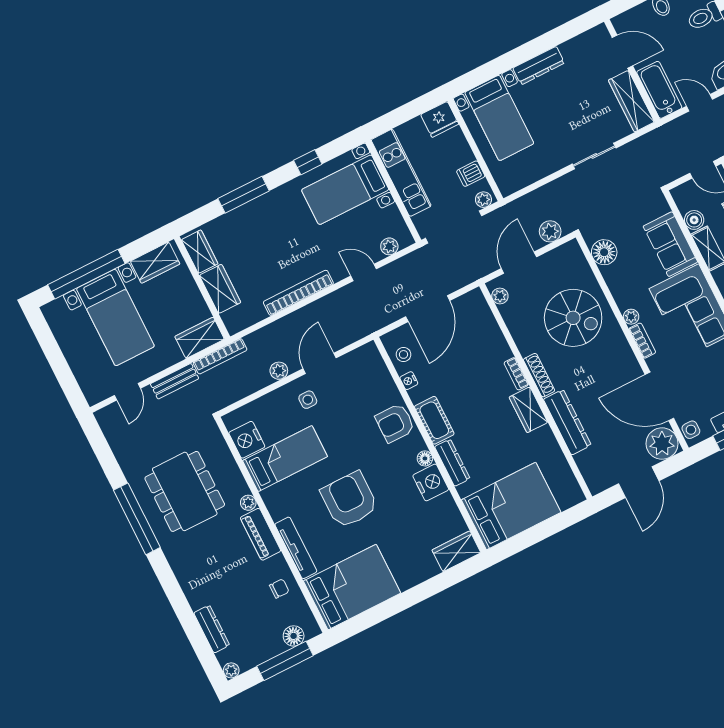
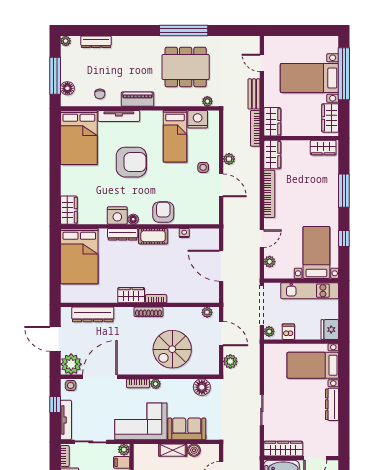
wardrobe: (220, 289) -> (272, 155), moved, turned -90
stool: (404, 354) -> (201, 238), removed
dresser: (567, 422) -> (93, 314), moved
plant: (248, 503) -> (207, 101), moved

